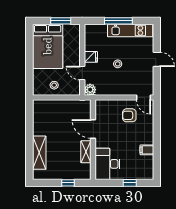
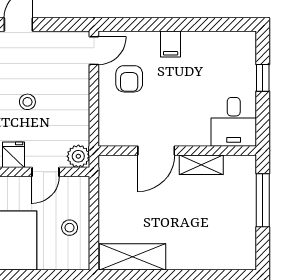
filing cabinet: (147, 150) -> (171, 44), moved
shelving: (39, 153) -> (133, 257), moved
desk: (108, 164) -> (234, 122), width x0.73
window: (68, 183) -> (263, 200), width x2.17

